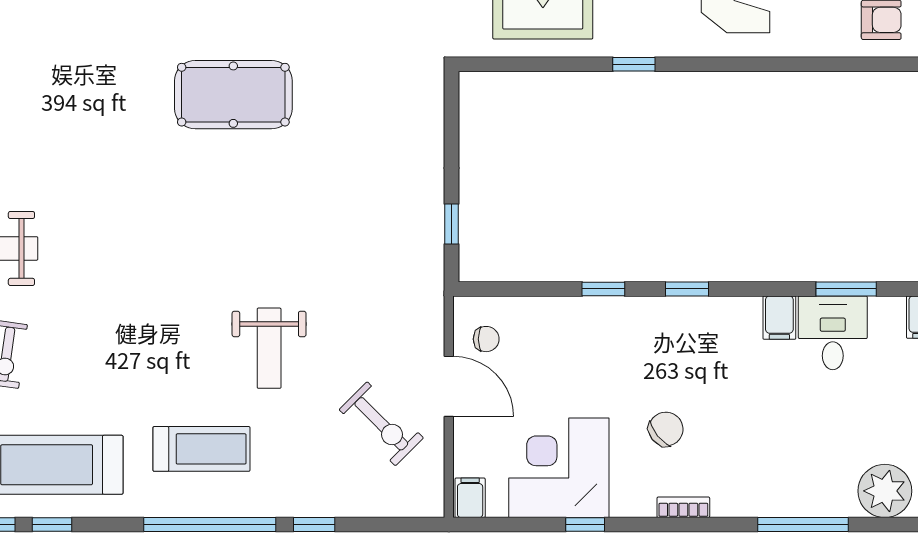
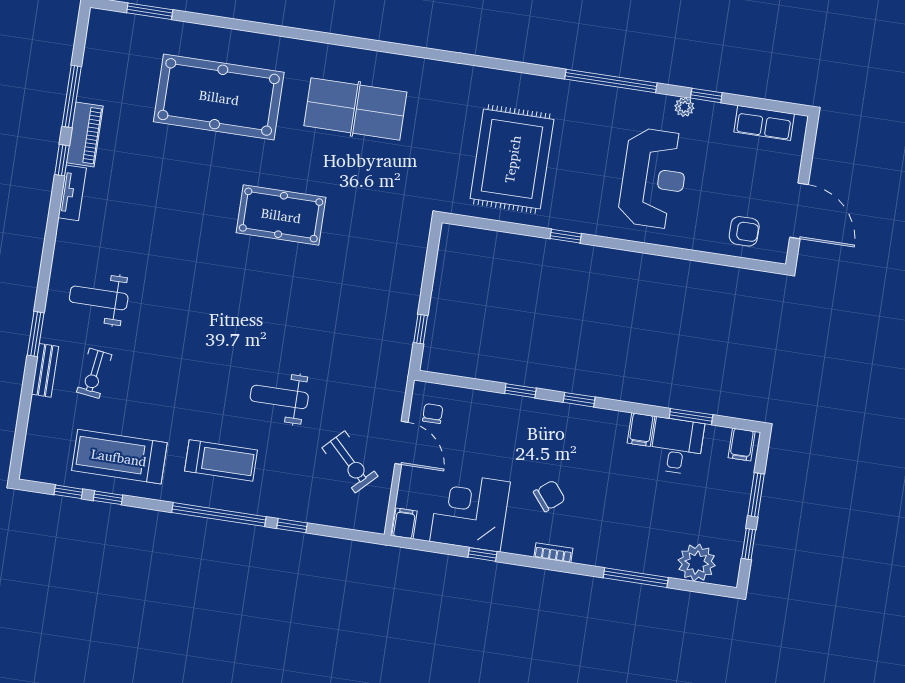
chair: (486, 339) -> (433, 414), turned -90
weight bench: (269, 348) -> (279, 397), turned 90

